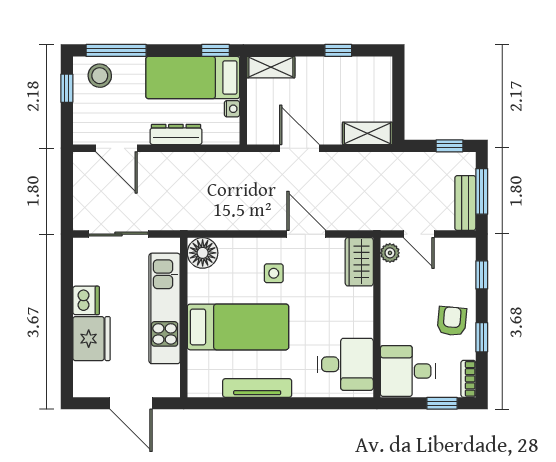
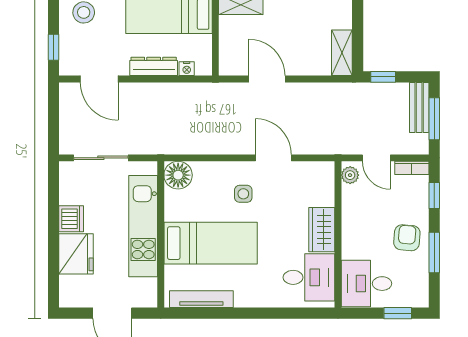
window: (67, 88) -> (53, 47), moved
nightstand: (232, 109) -> (187, 69), moved, turned 90
shelving: (367, 133) -> (342, 53), moved, turned 90
window: (450, 146) -> (383, 77), moved
bench: (465, 203) -> (419, 107), moved
wardrobe: (359, 262) -> (322, 230), moved
window: (482, 337) -> (434, 253), width x1.50
bookcase: (468, 379) -> (412, 168), moved, turned -90
tv unit: (257, 388) -> (201, 299), moved

